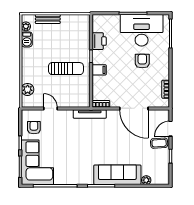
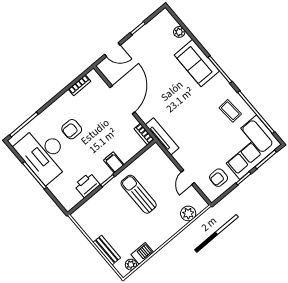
coffee table: (159, 143) -> (230, 111), moved
sofa: (117, 175) -> (197, 63), width x0.73

